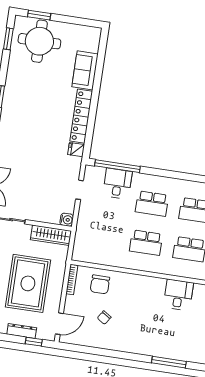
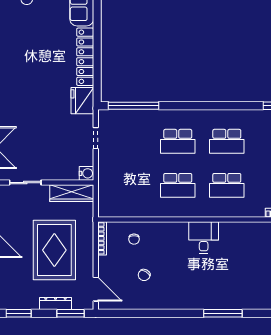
fridge: (76, 150) -> (82, 101), width x1.88, depth x1.34
desk: (117, 184) -> (136, 125), removed
chair: (100, 284) -> (134, 239), width x0.54, depth x0.54
desk: (178, 295) -> (204, 238), moved
door: (59, 324) -> (96, 289), hinge flipped
window: (34, 342) -> (71, 313), width x1.50

